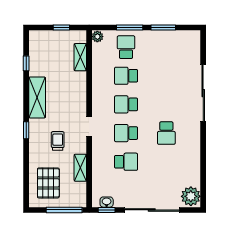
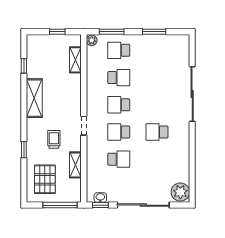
window: (130, 28) -> (112, 32), moved
school desk: (126, 47) -> (119, 50), turned -90
school desk: (126, 76) -> (119, 78), turned 180
window: (26, 130) -> (24, 150), moved
school desk: (166, 133) -> (157, 132), turned 90

